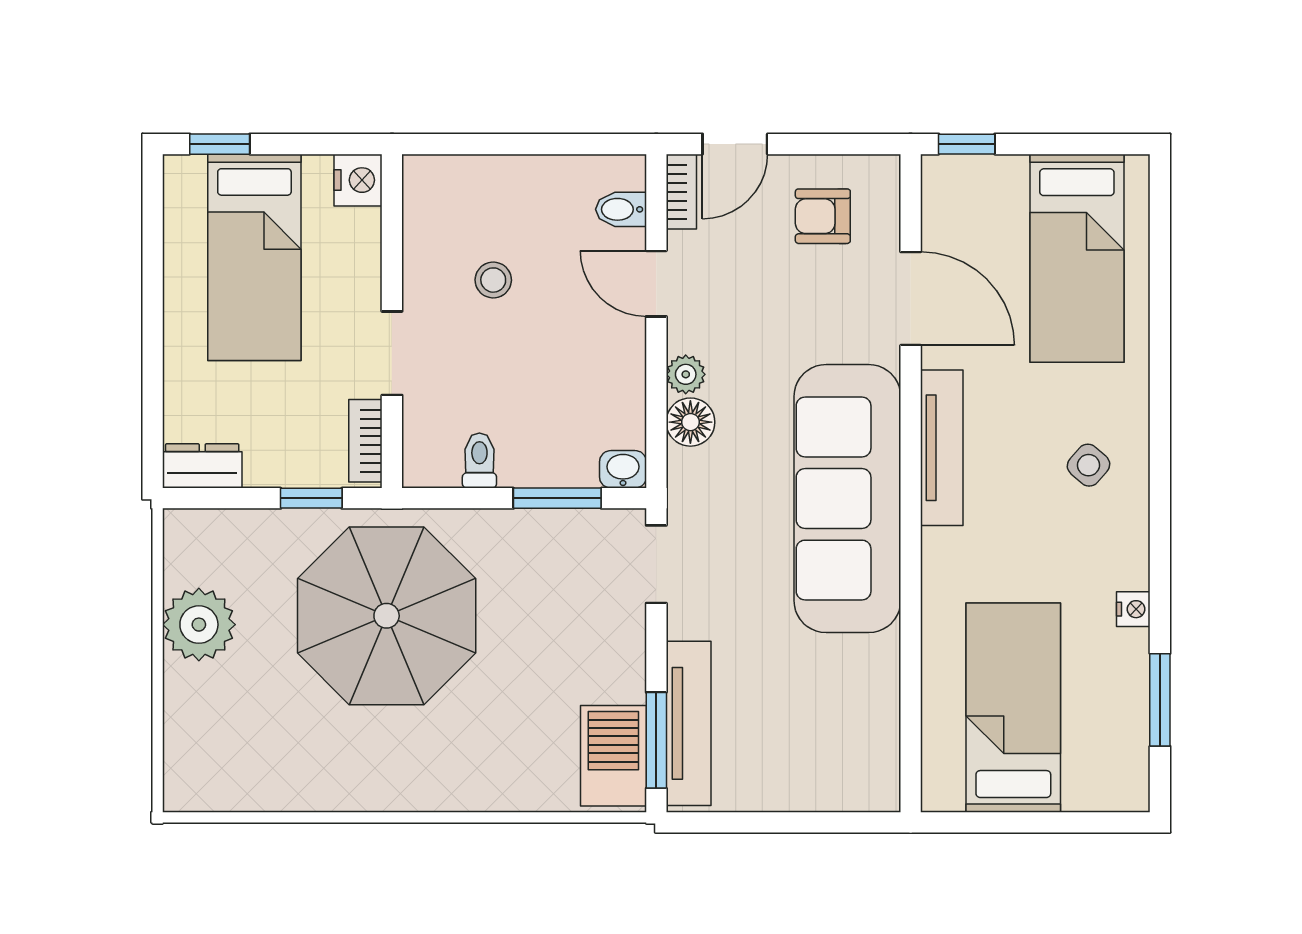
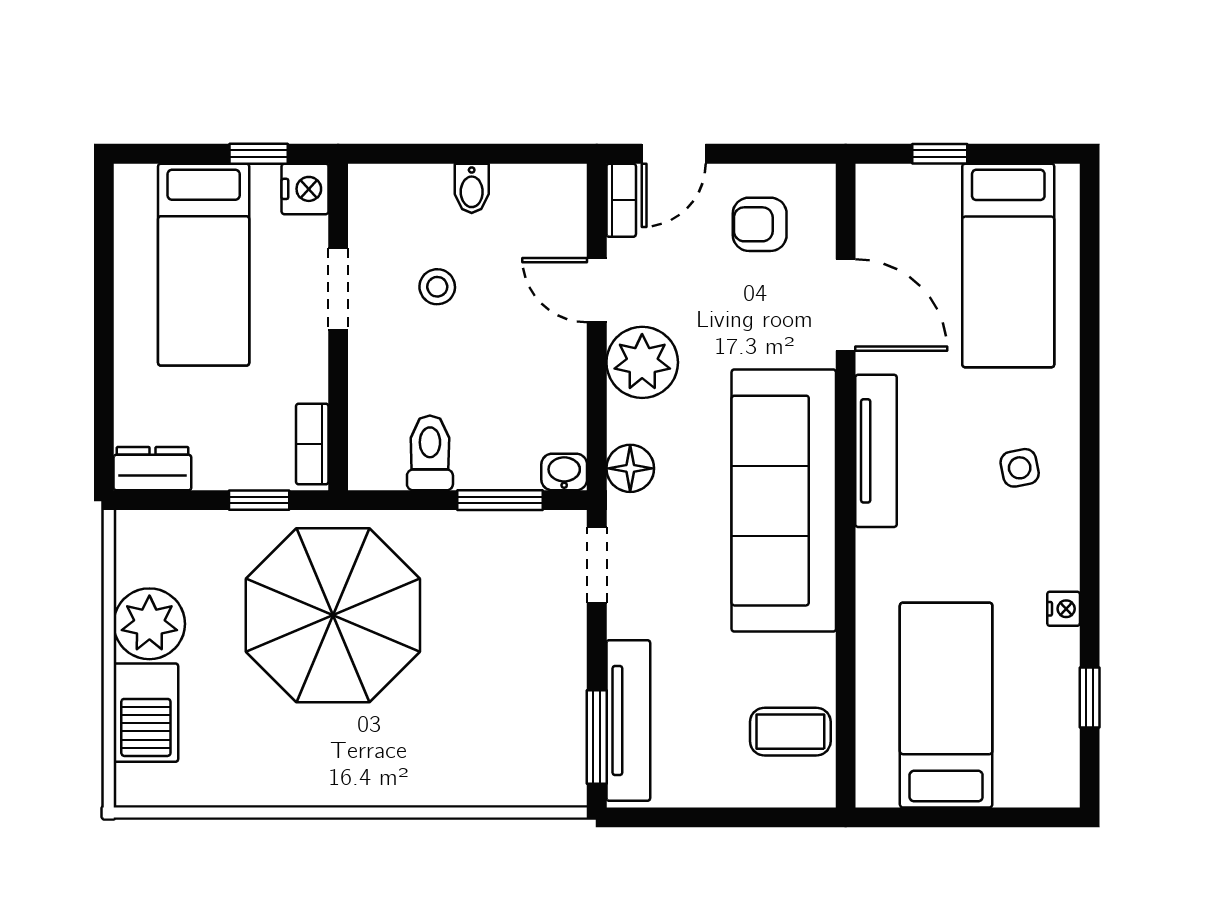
window: (220, 144) -> (259, 154), moved
window: (967, 144) -> (940, 154), moved
bidet: (621, 209) -> (472, 188), moved, turned -90
doorway: (392, 353) -> (338, 289), moved
plant: (686, 374) -> (642, 362), width x1.88, depth x1.88
floor lamp: (690, 422) -> (630, 468), moved
toilet: (479, 460) -> (430, 453), width x1.37, depth x1.39
side table: (1089, 465) -> (1020, 468), turned 38
window: (1160, 700) -> (1090, 697), width x0.67
coffee table: (854, 735) -> (790, 732), added
barbecue: (613, 756) -> (146, 713), moved, turned 180

